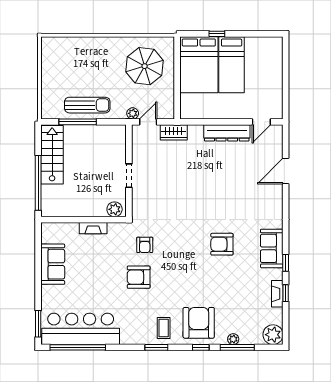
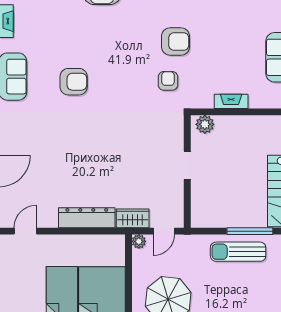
plant: (133, 113) -> (139, 241), moved
dresser: (227, 133) -> (87, 218), moved

